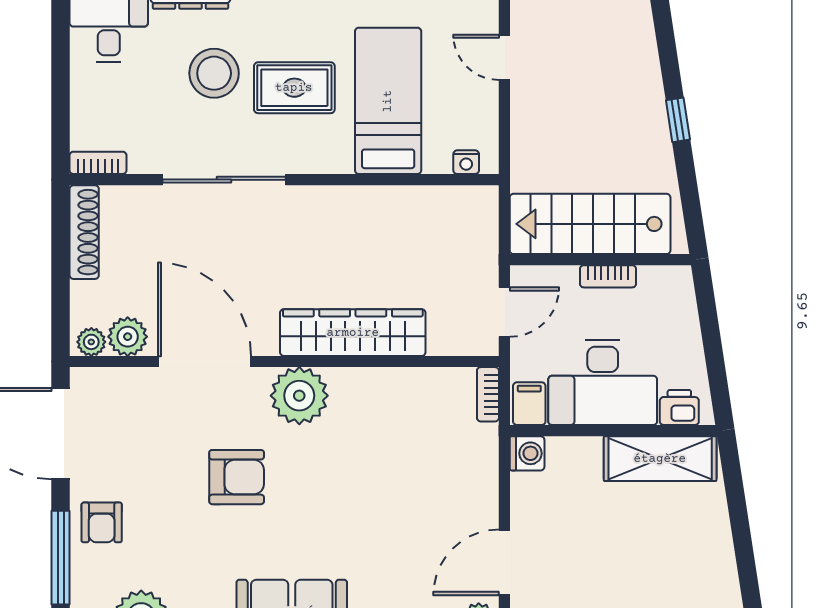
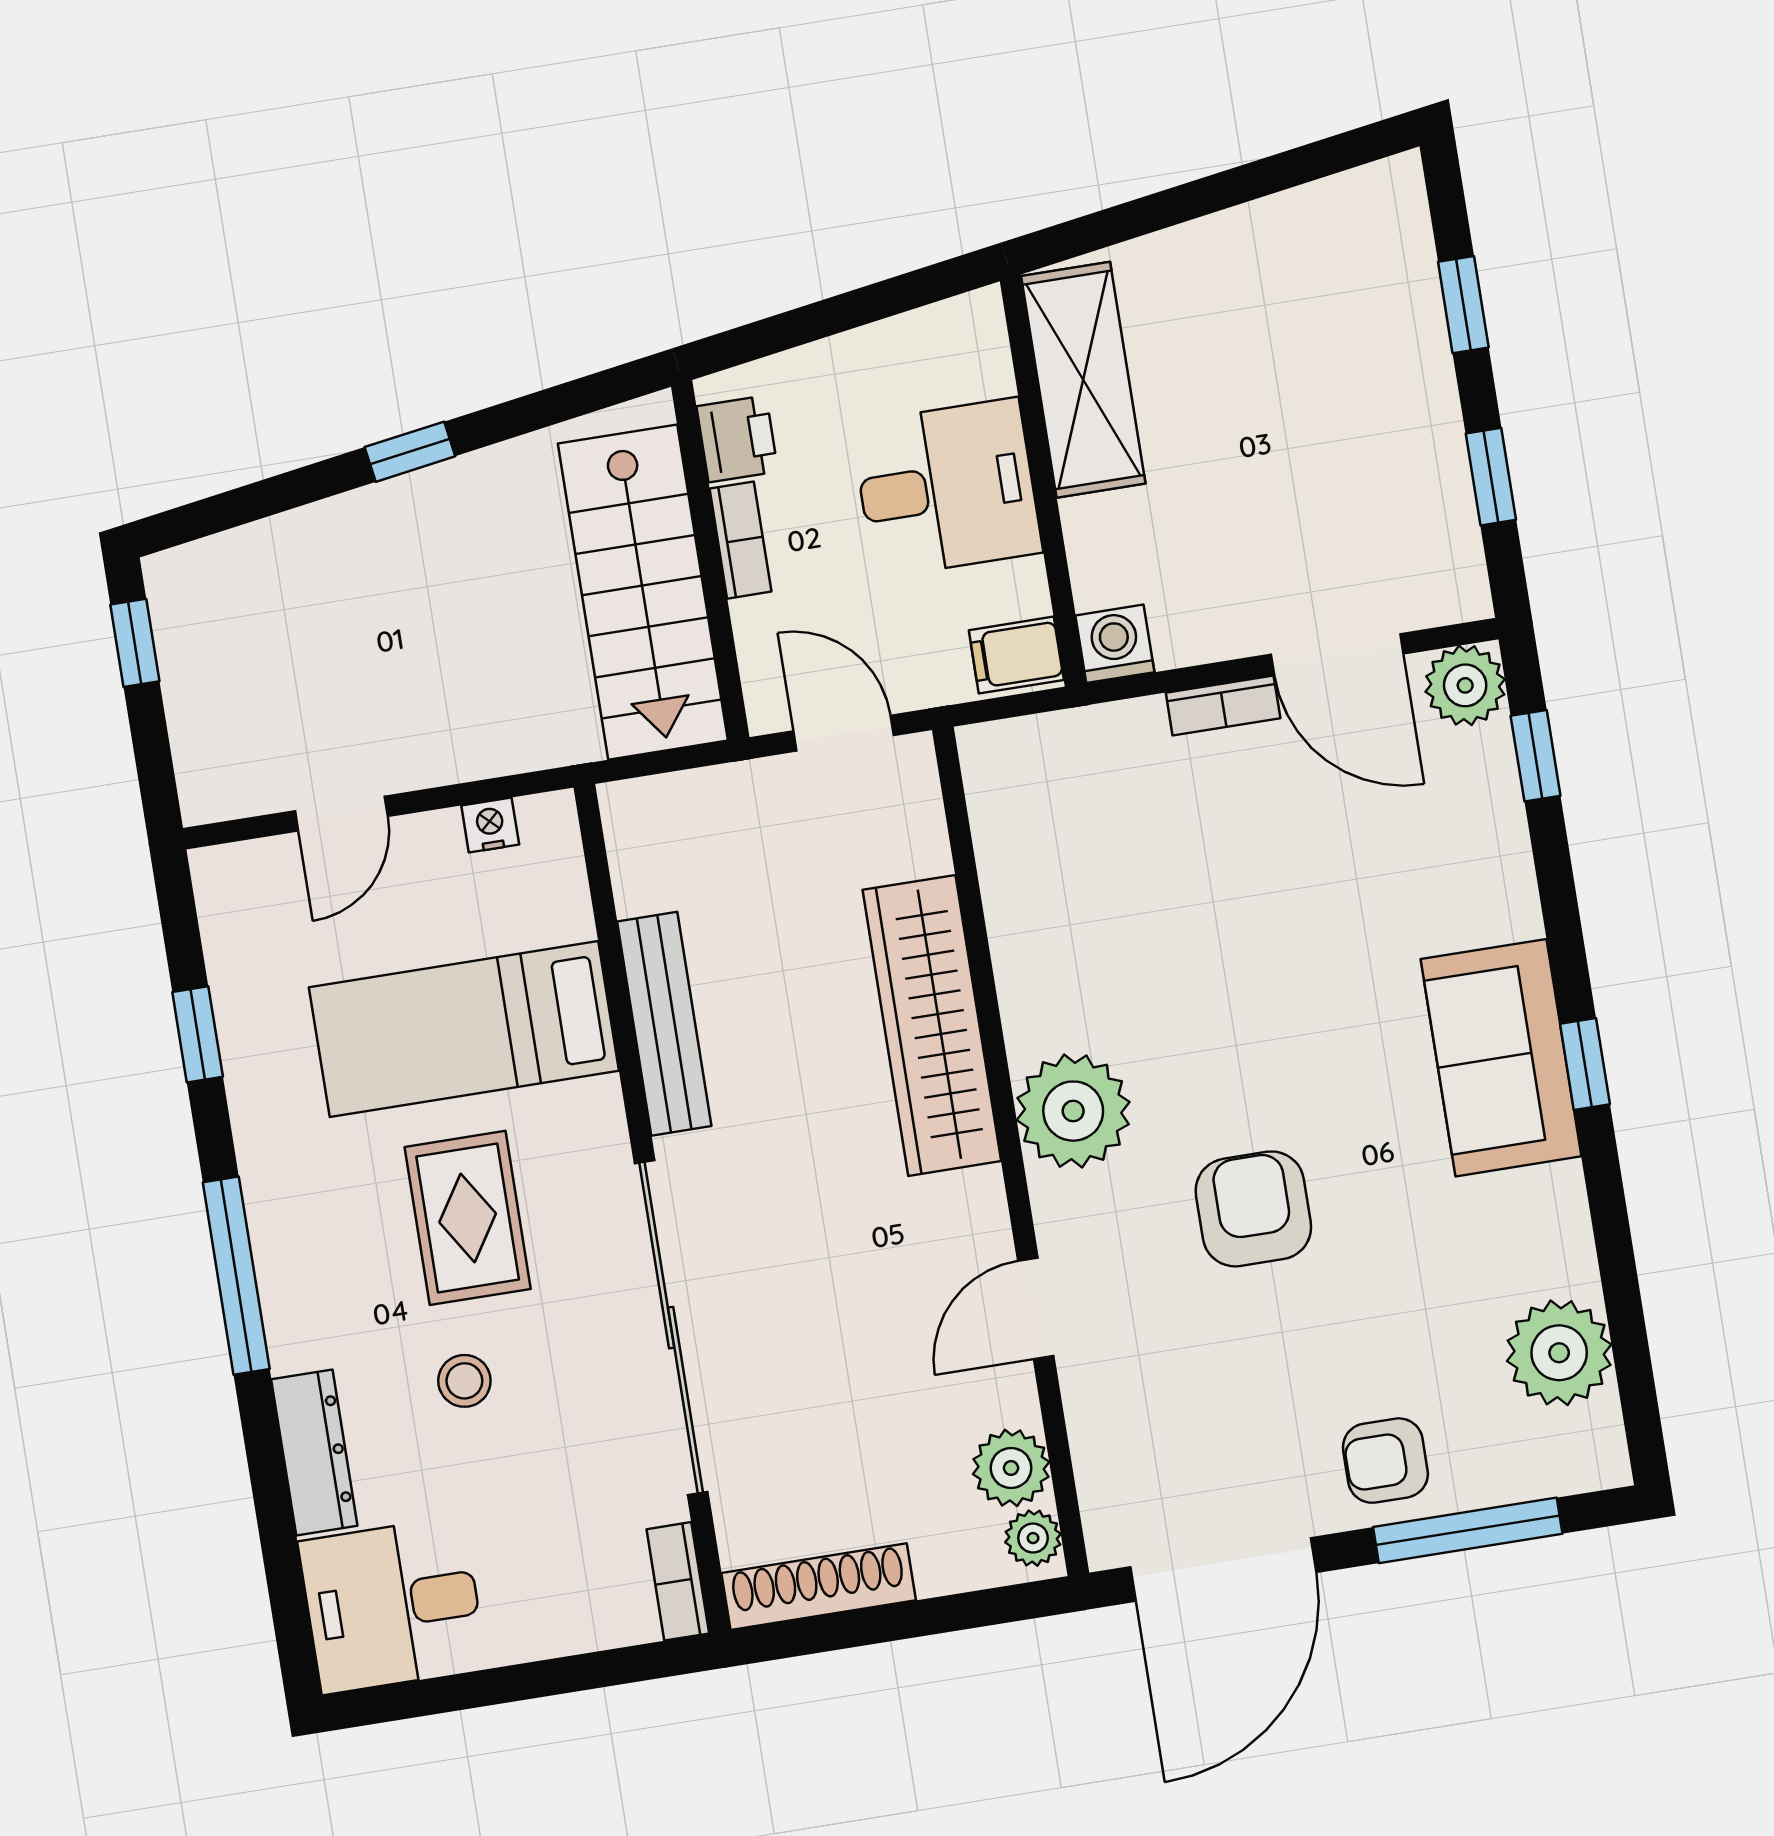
stool: (214, 73) -> (464, 1381), width x0.53, depth x0.53
nightstand: (466, 162) -> (490, 825), moved, turned -90
sliding door: (224, 180) -> (671, 1328), width x1.36
bench: (375, 200) -> (664, 1024), added
door: (205, 362) -> (1036, 1309), width x0.53
desk: (603, 382) -> (947, 488), width x0.73
bookcase: (488, 394) -> (1223, 706), moved
printer: (679, 408) -> (737, 439), moved, turned 180
armchair: (102, 522) -> (1385, 1461), turned 180

